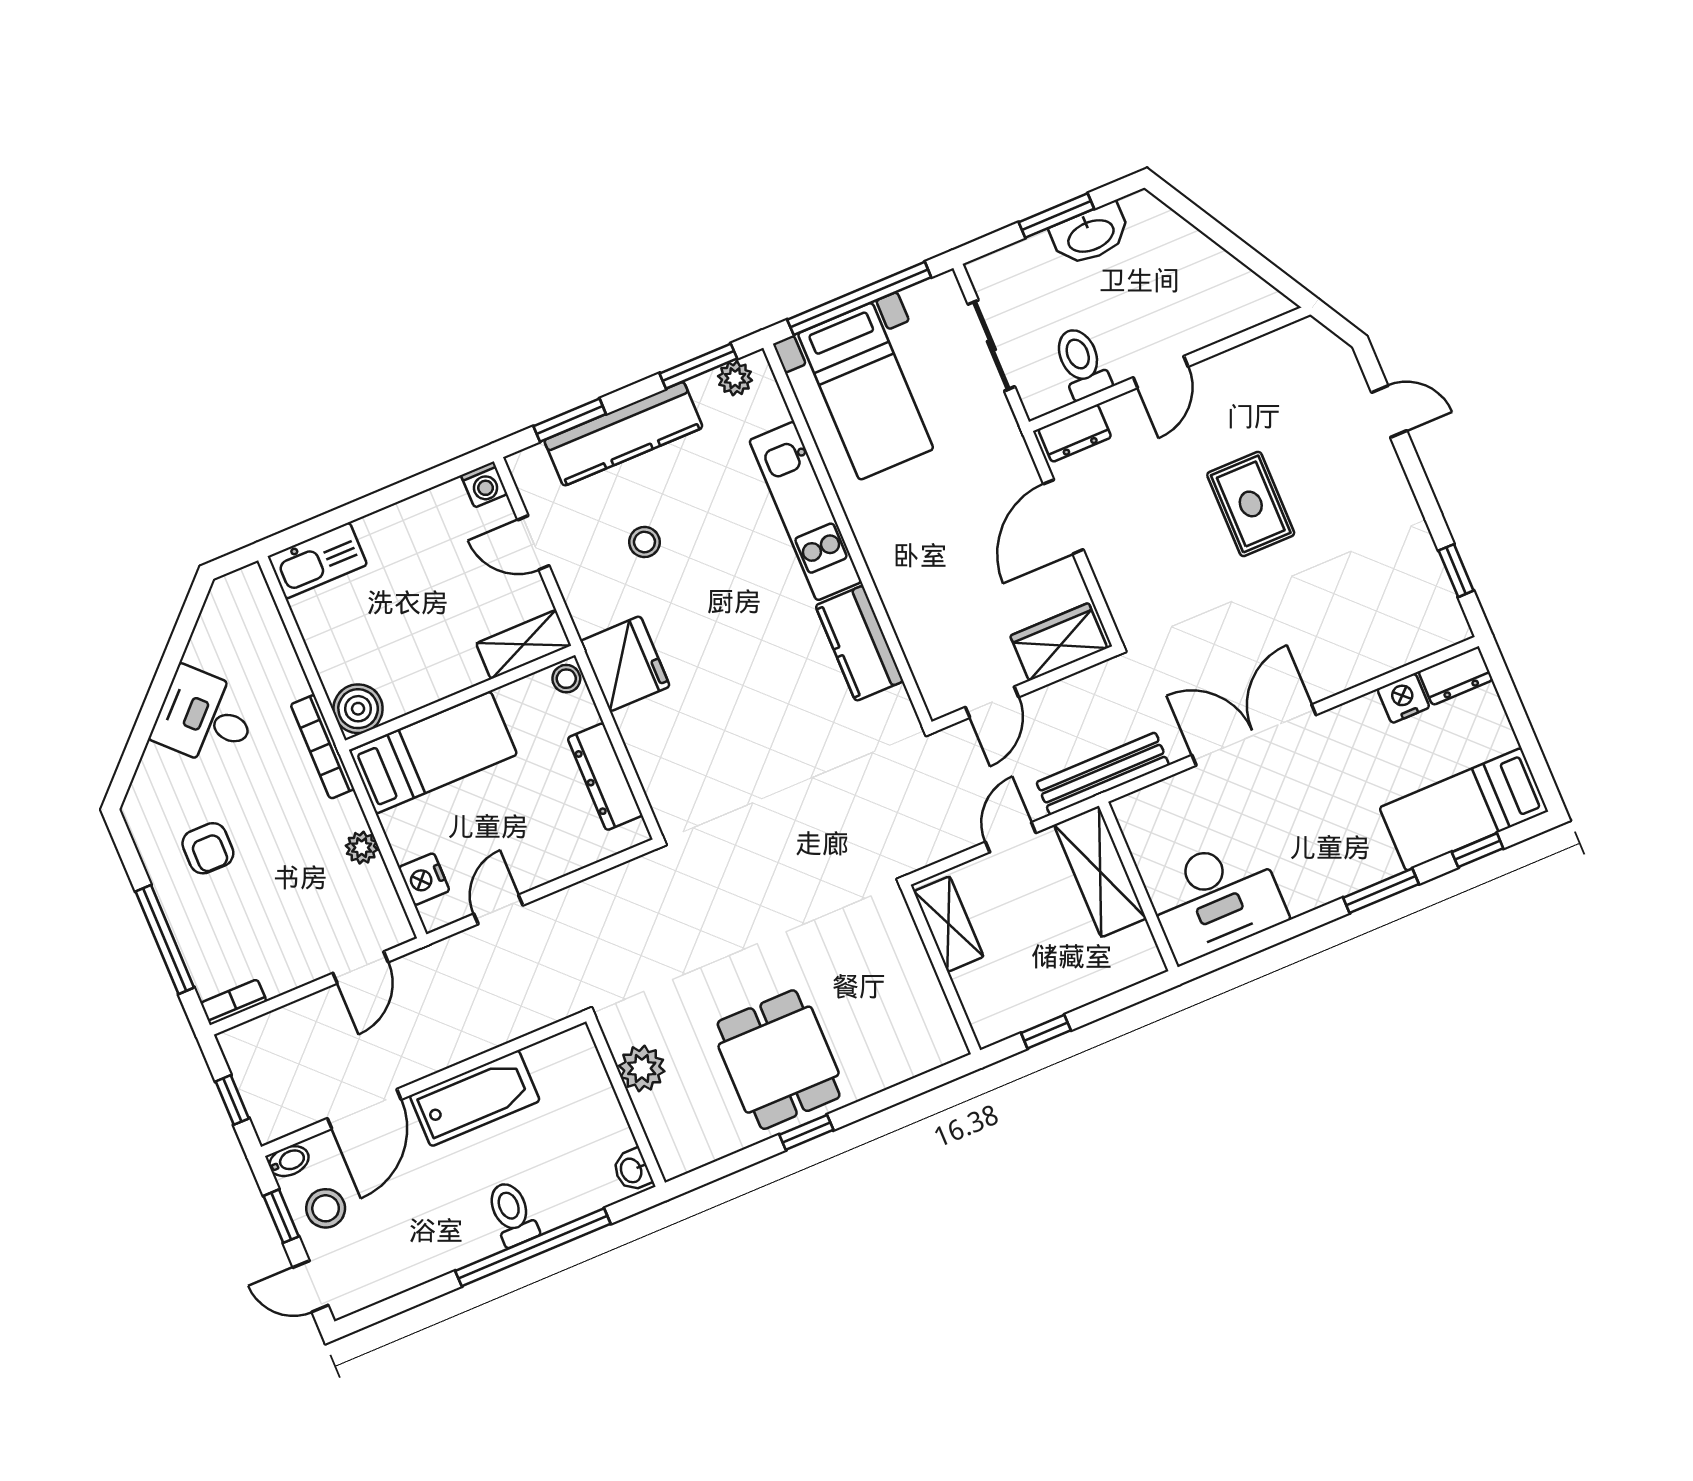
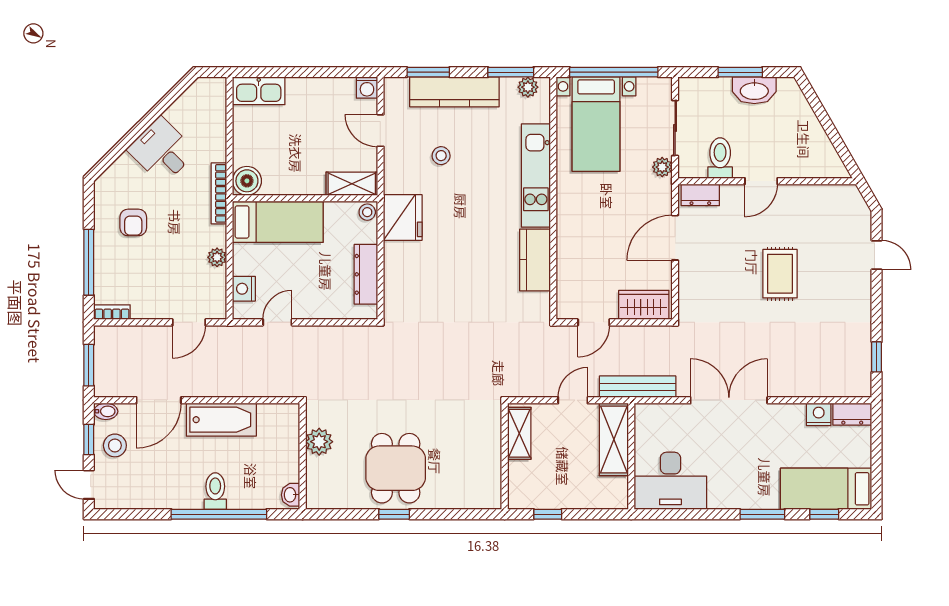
plant: (997, 415) -> (662, 167), added
window: (232, 1100) -> (89, 365), width x1.50

